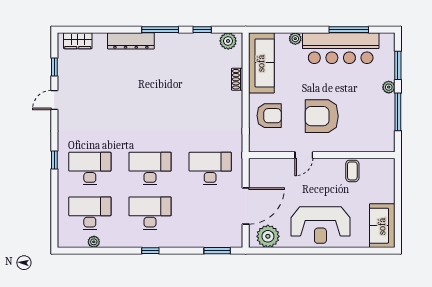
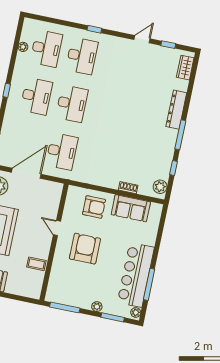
plant: (295, 39) -> (136, 312), moved
sofa: (261, 63) -> (131, 208), width x0.73
door: (54, 100) -> (142, 39), hinge flipped
window: (398, 112) -> (65, 308), moved
armchair: (269, 116) -> (94, 207), turned -90
door: (246, 206) -> (26, 173), swing flipped

